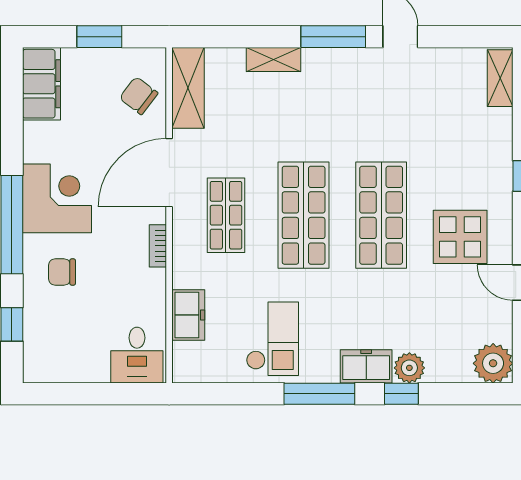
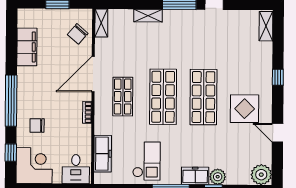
filing cabinet: (41, 84) -> (27, 47), moved
shelving: (188, 88) -> (101, 23), width x0.67, depth x0.75
chair: (139, 96) -> (78, 34), turned -86
corner desk: (57, 198) -> (34, 165), moved
freezer: (188, 315) -> (103, 154), width x1.40

